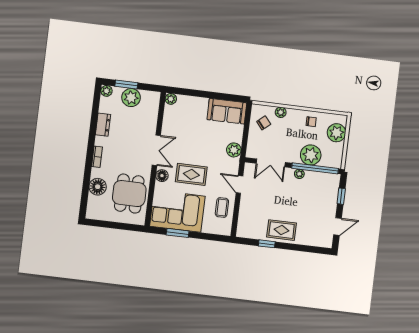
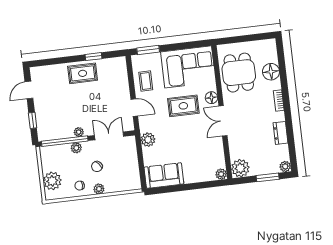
plant: (131, 98) -> (240, 168), moved
plant: (281, 112) -> (99, 189), moved
chair: (264, 123) -> (97, 166), moved
plant: (311, 155) -> (76, 148), width x0.53, depth x0.53
window: (178, 233) -> (148, 50), moved

